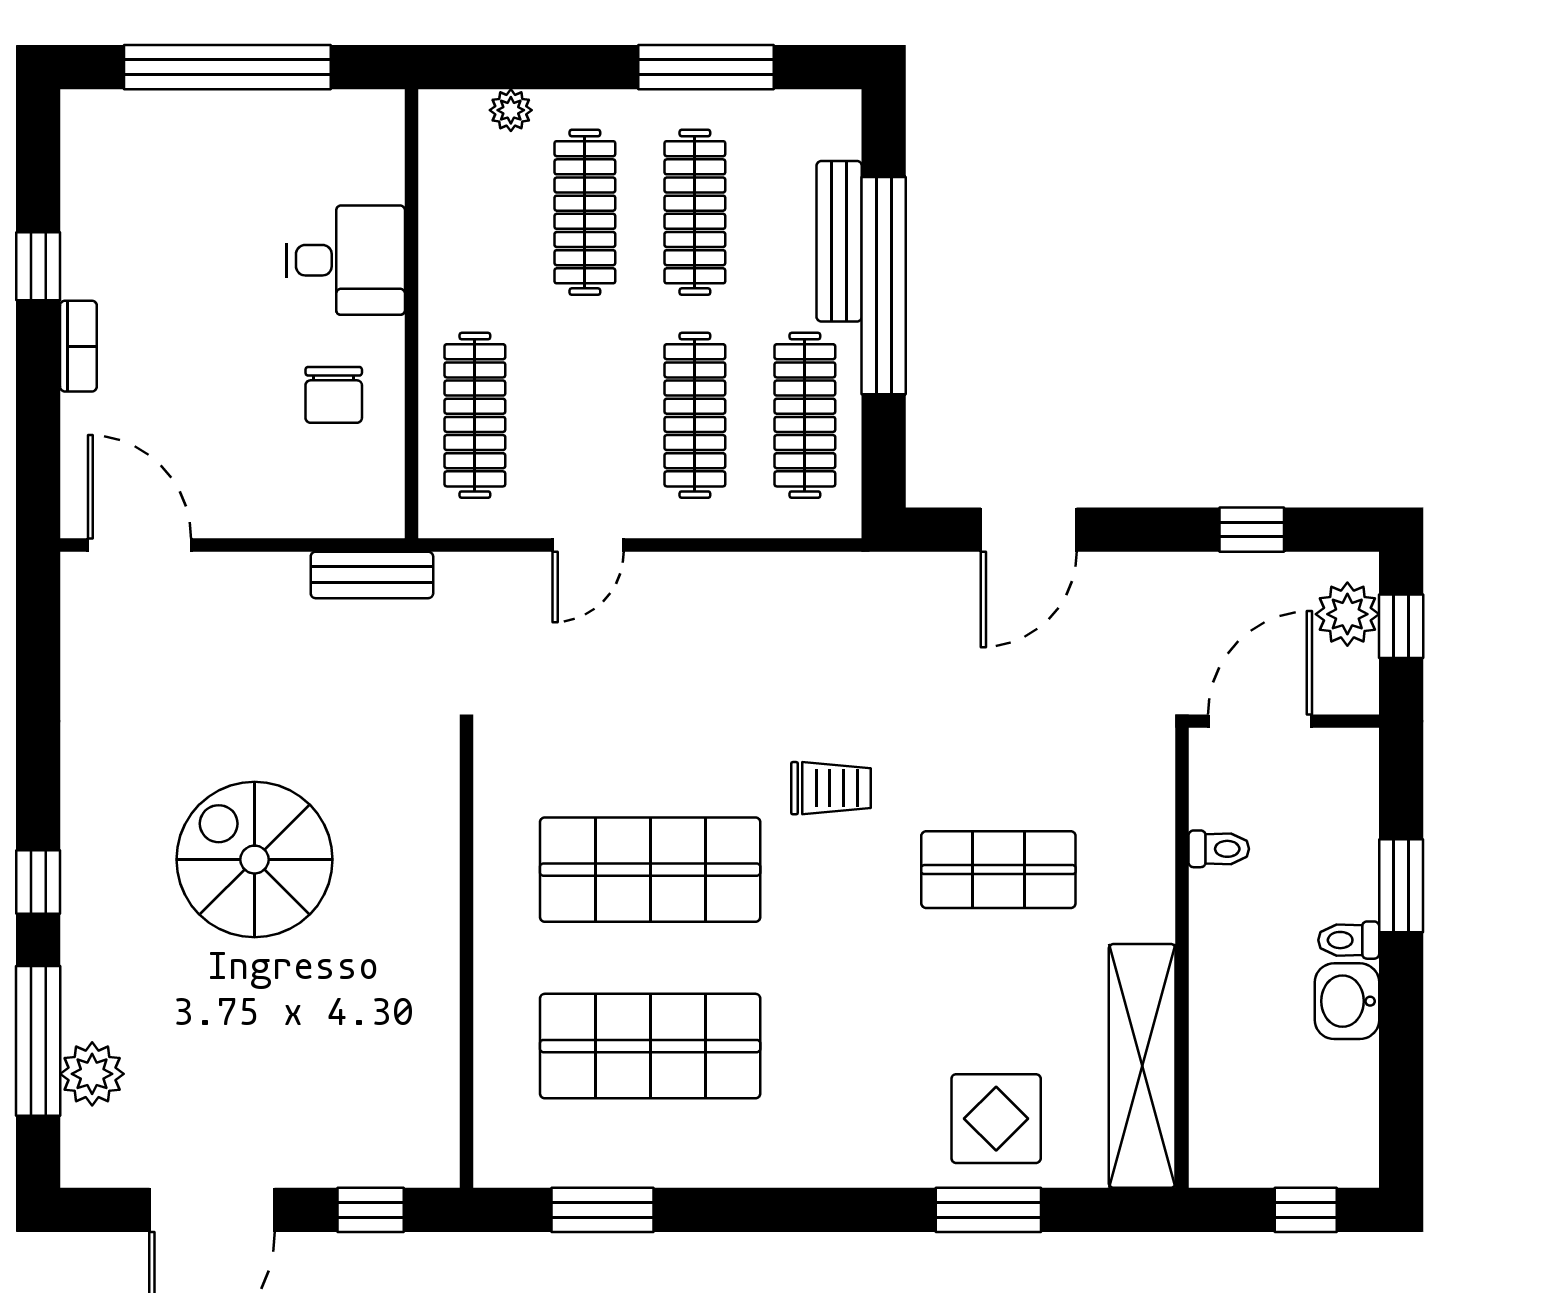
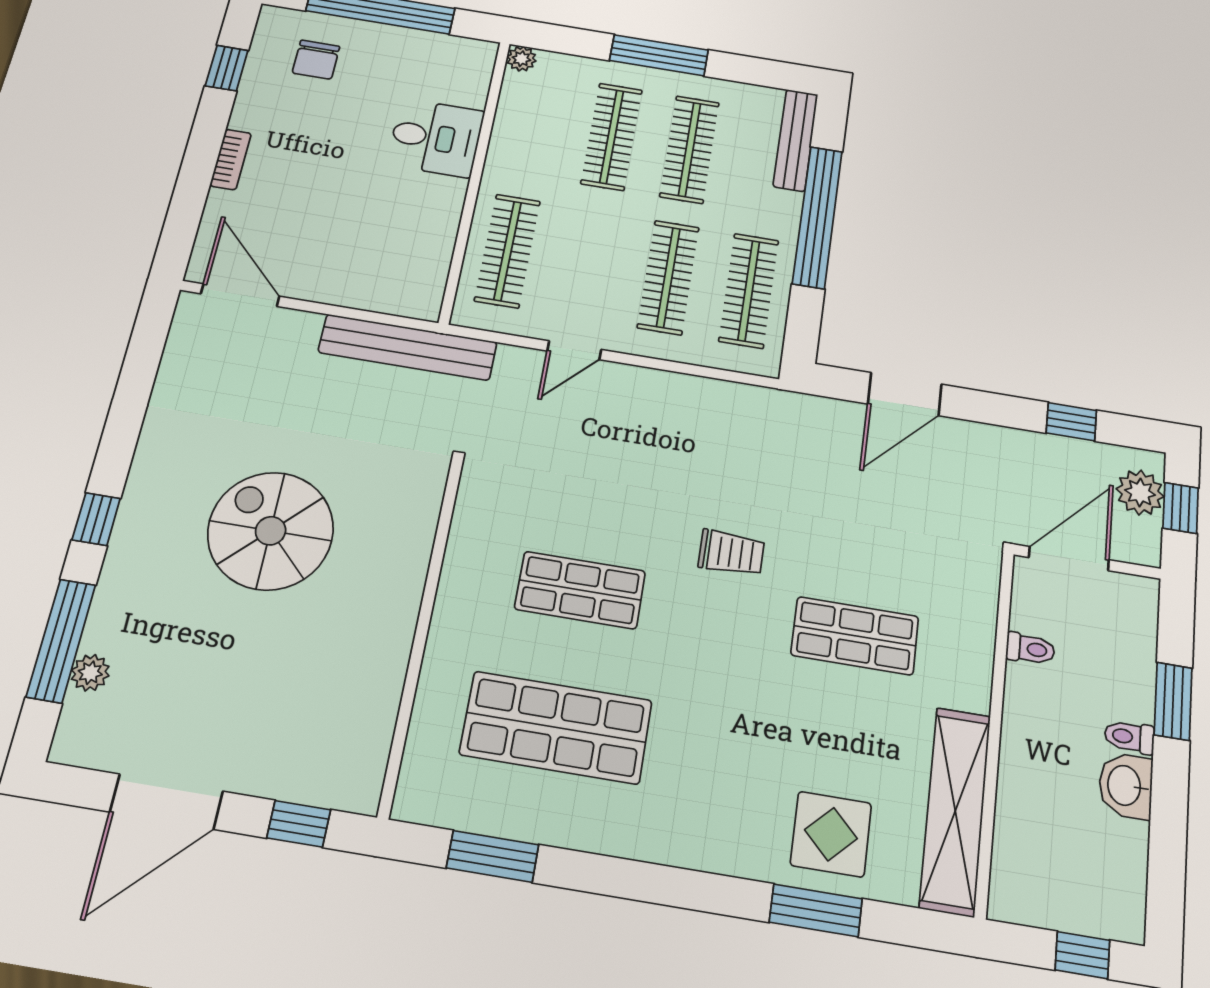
window: (706, 67) -> (659, 55), moved
plant: (511, 110) -> (521, 59), moved
bench: (839, 241) -> (796, 140), moved
window: (38, 266) -> (227, 68), moved
chair: (334, 395) -> (316, 60), moved
bench: (372, 575) -> (408, 347), width x1.86, depth x1.21
shop shelf: (650, 870) -> (580, 590), width x0.70, depth x0.74
plant: (92, 1074) -> (90, 673), width x0.73, depth x0.73

